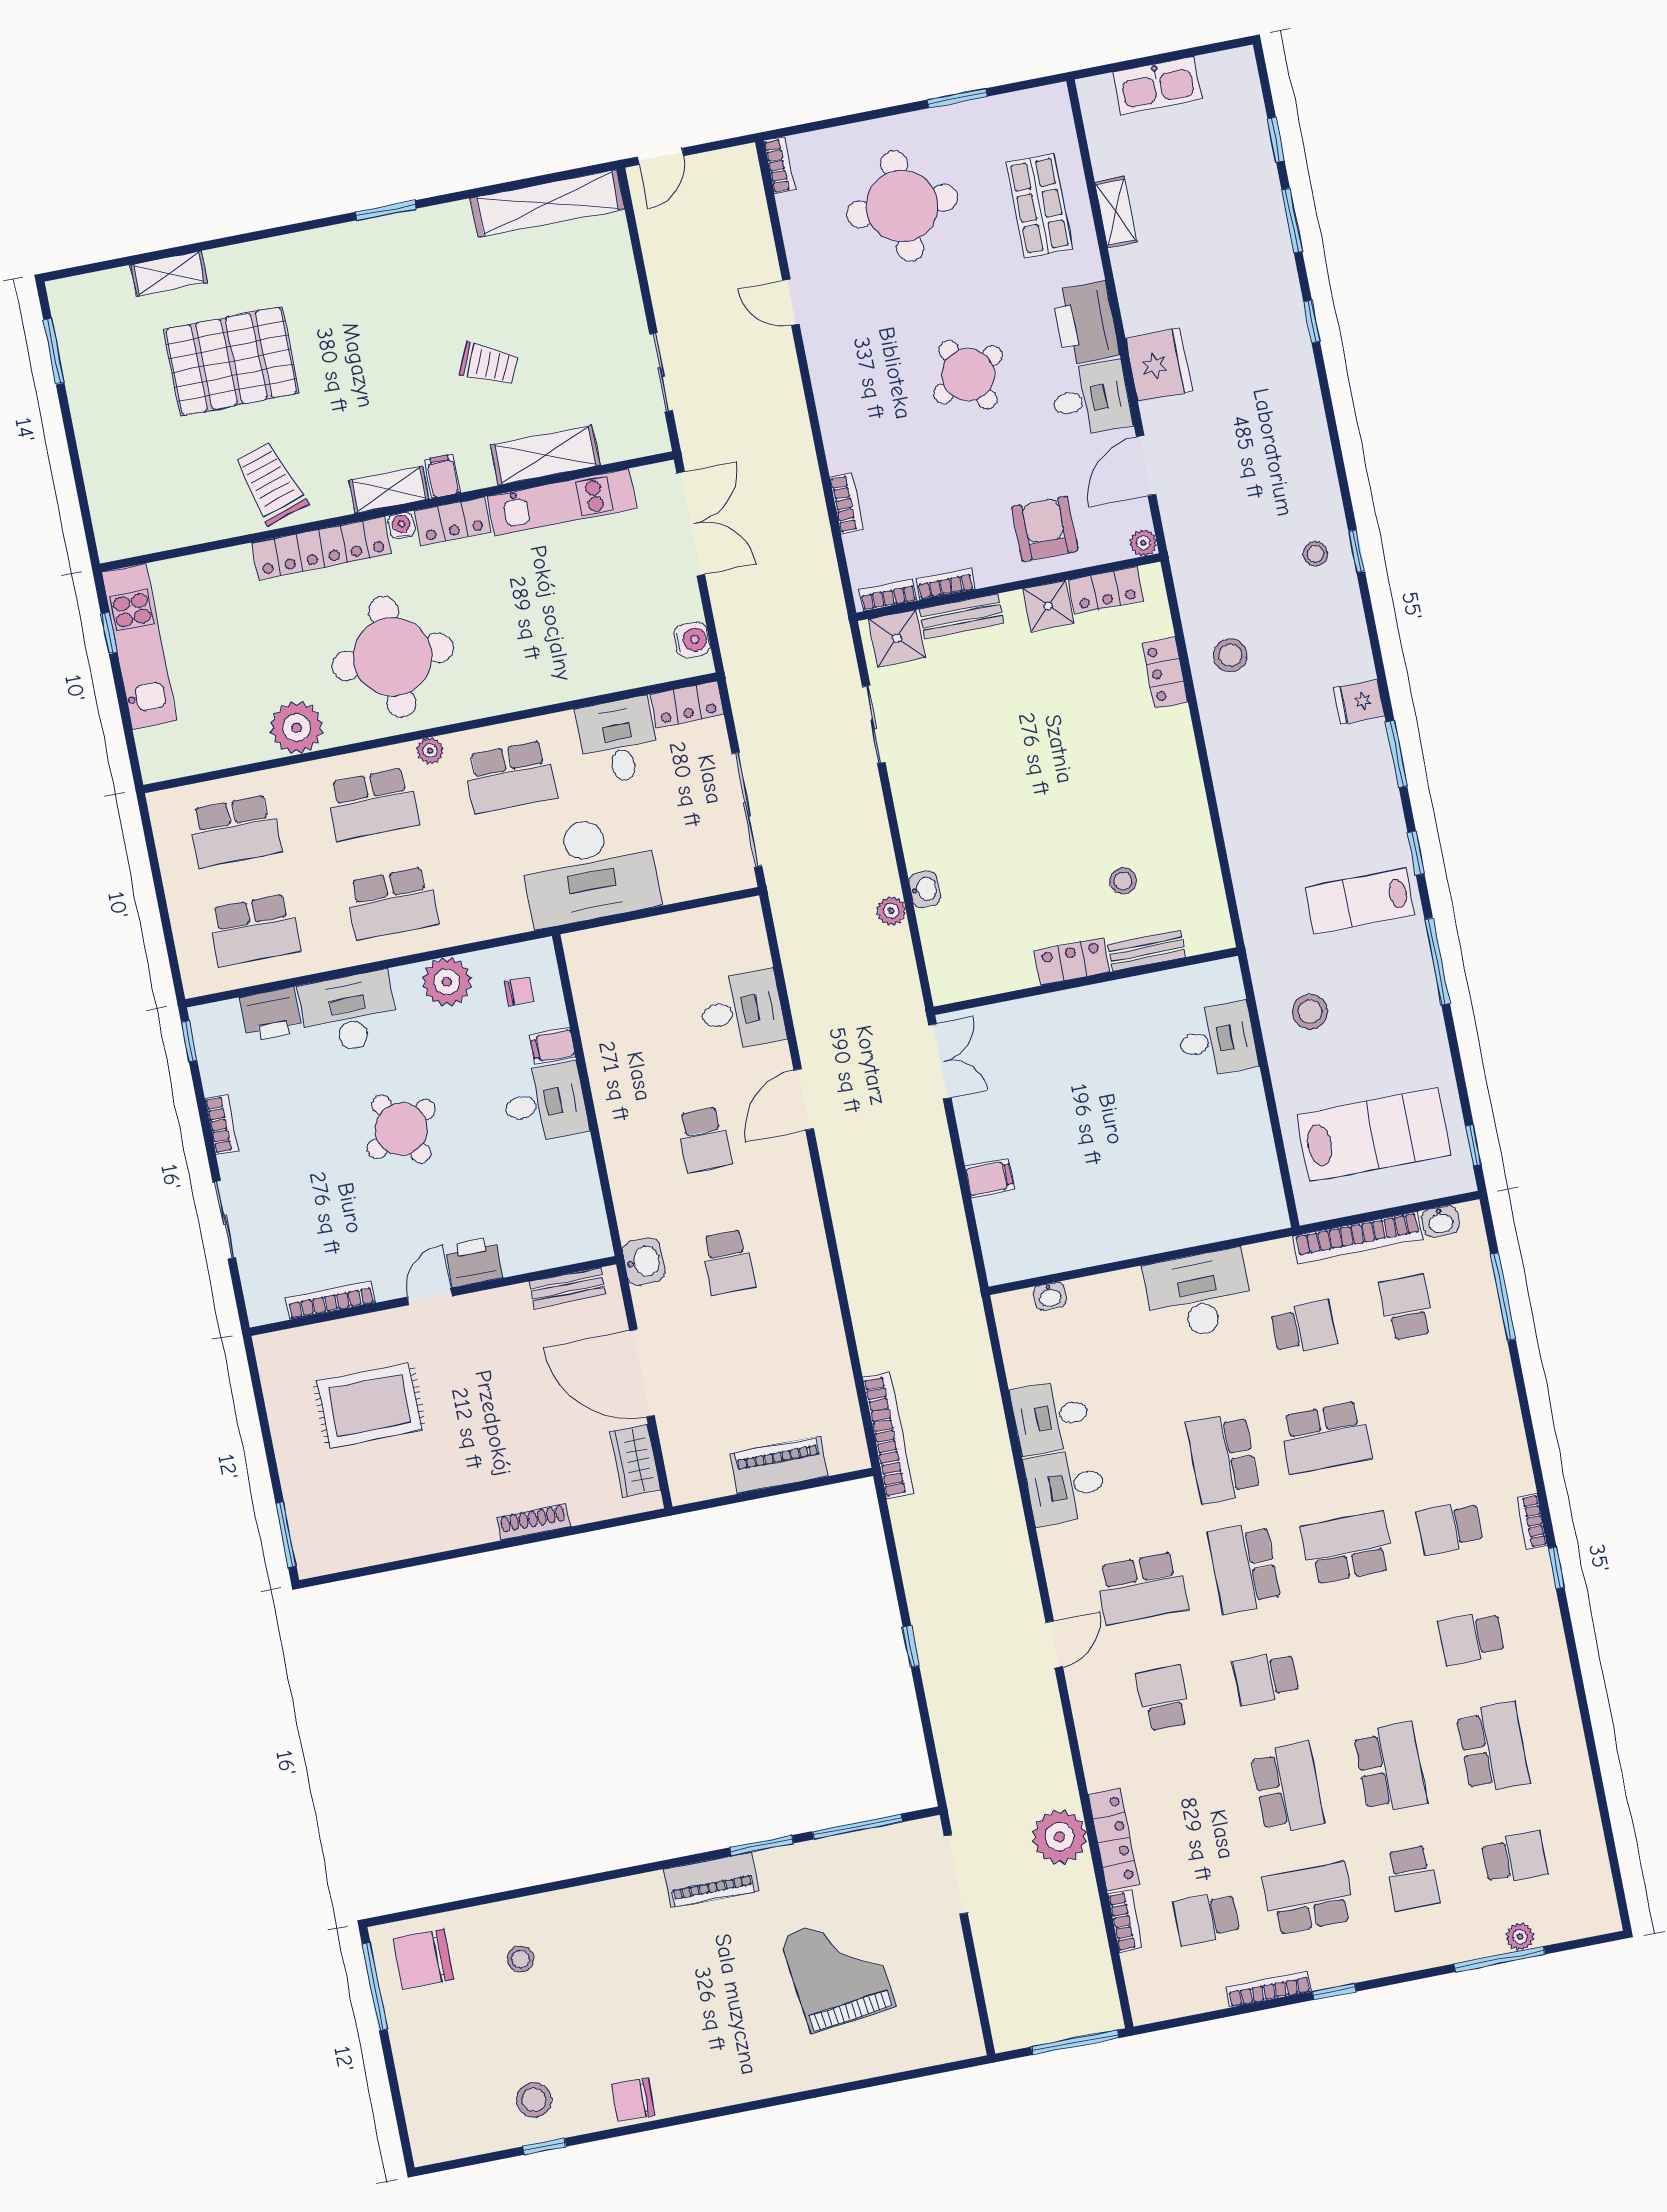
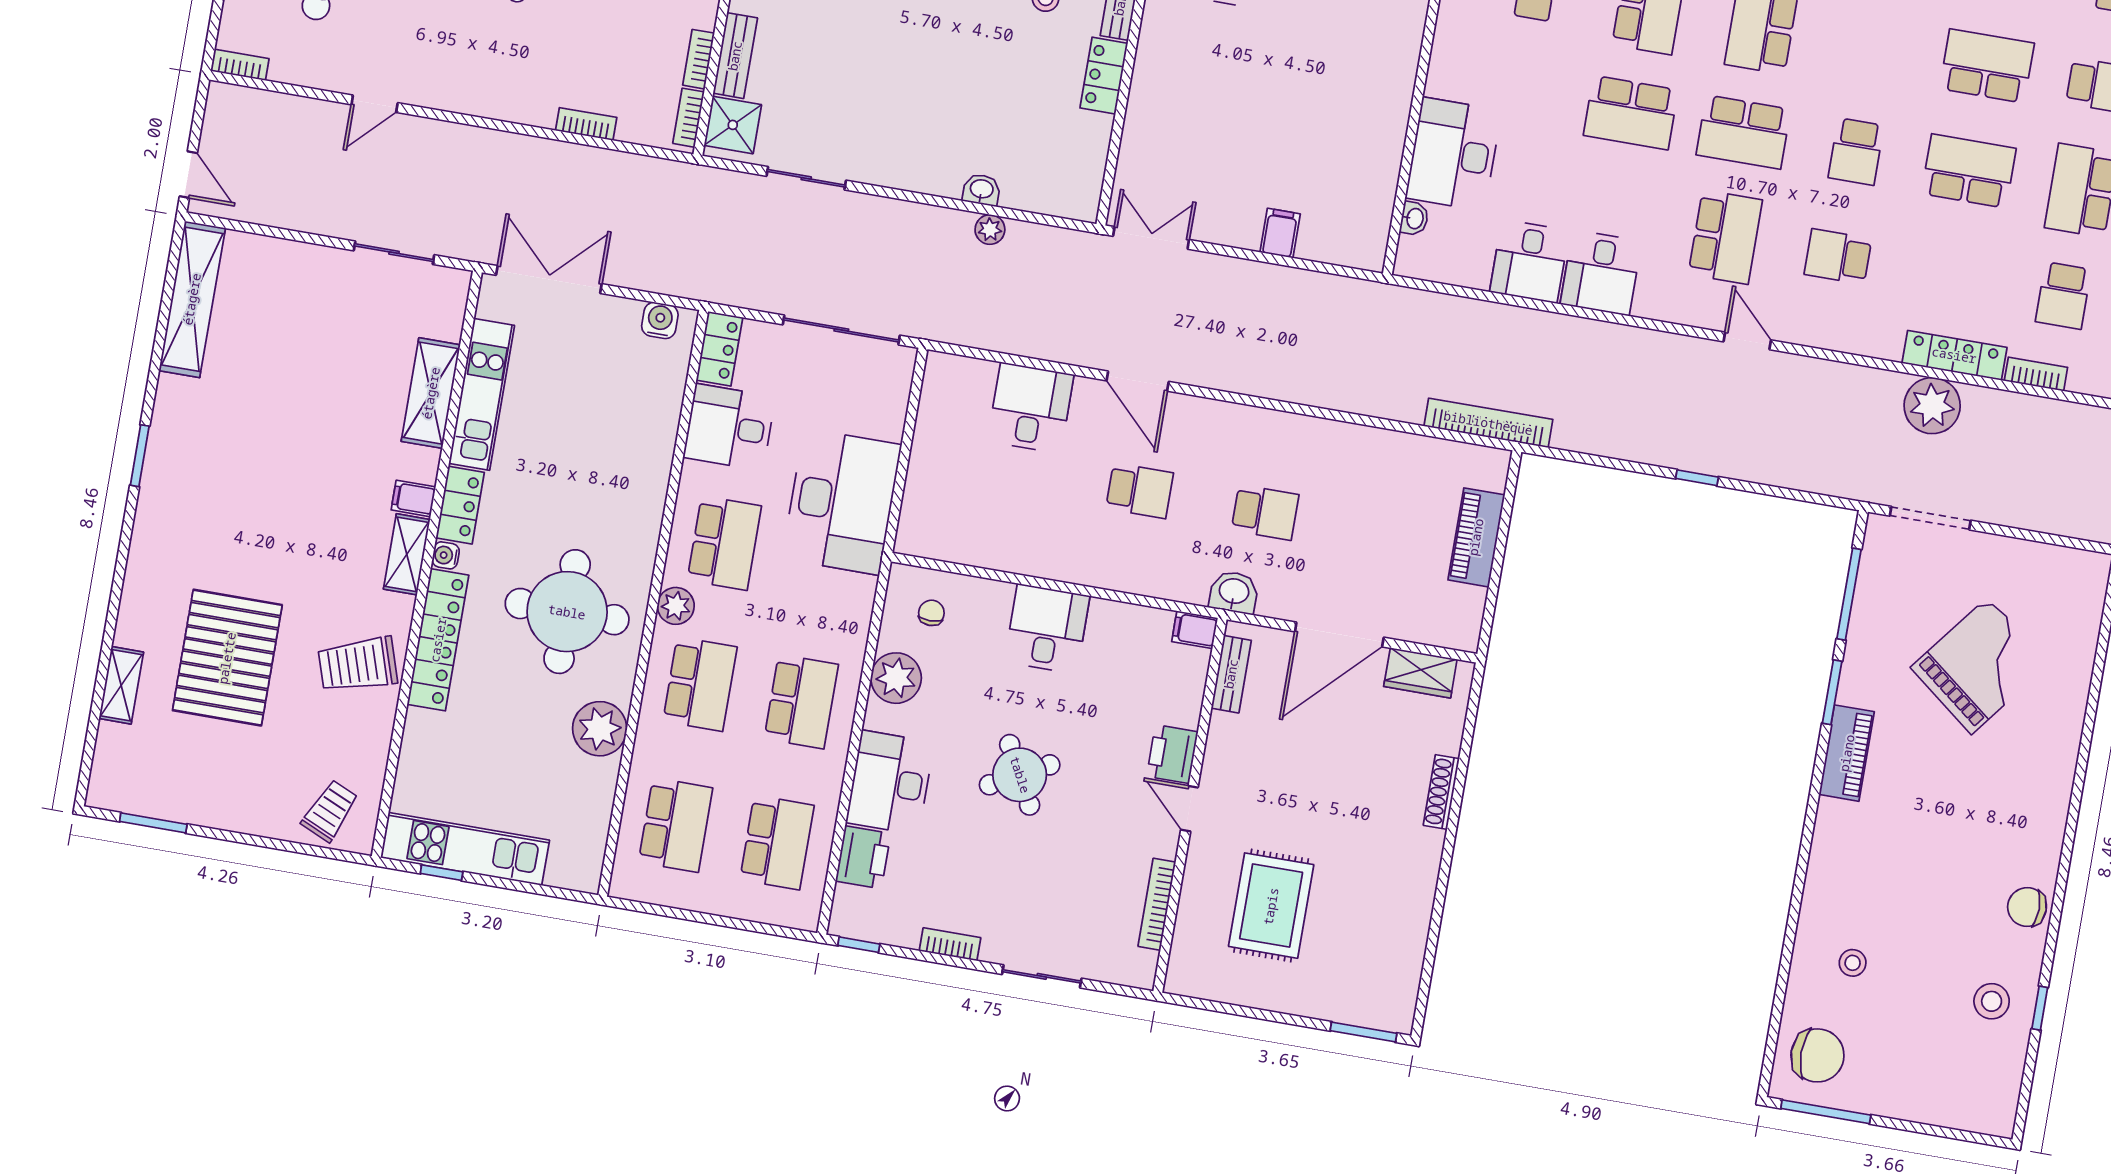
trolley: (489, 364) -> (330, 811), moved
plant: (430, 751) -> (676, 606), width x1.38, depth x1.38
filing cabinet: (553, 1046) -> (1195, 630), moved, turned 90
desk: (1199, 1295) -> (1453, 154), moved
chair: (423, 1959) -> (1817, 1055), turned -90
grand piano: (838, 1971) -> (1980, 666), turned 135
chair: (633, 2099) -> (2027, 907), turned 88

